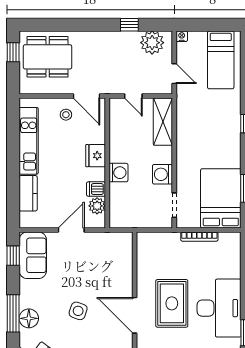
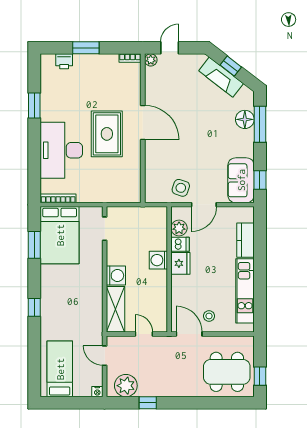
fridge: (96, 156) -> (180, 263), moved
washing machine: (162, 174) -> (116, 276), moved
bookcase: (199, 237) -> (58, 198), moved
desk: (219, 308) -> (61, 150), moved
side table: (78, 311) -> (181, 188), moved

